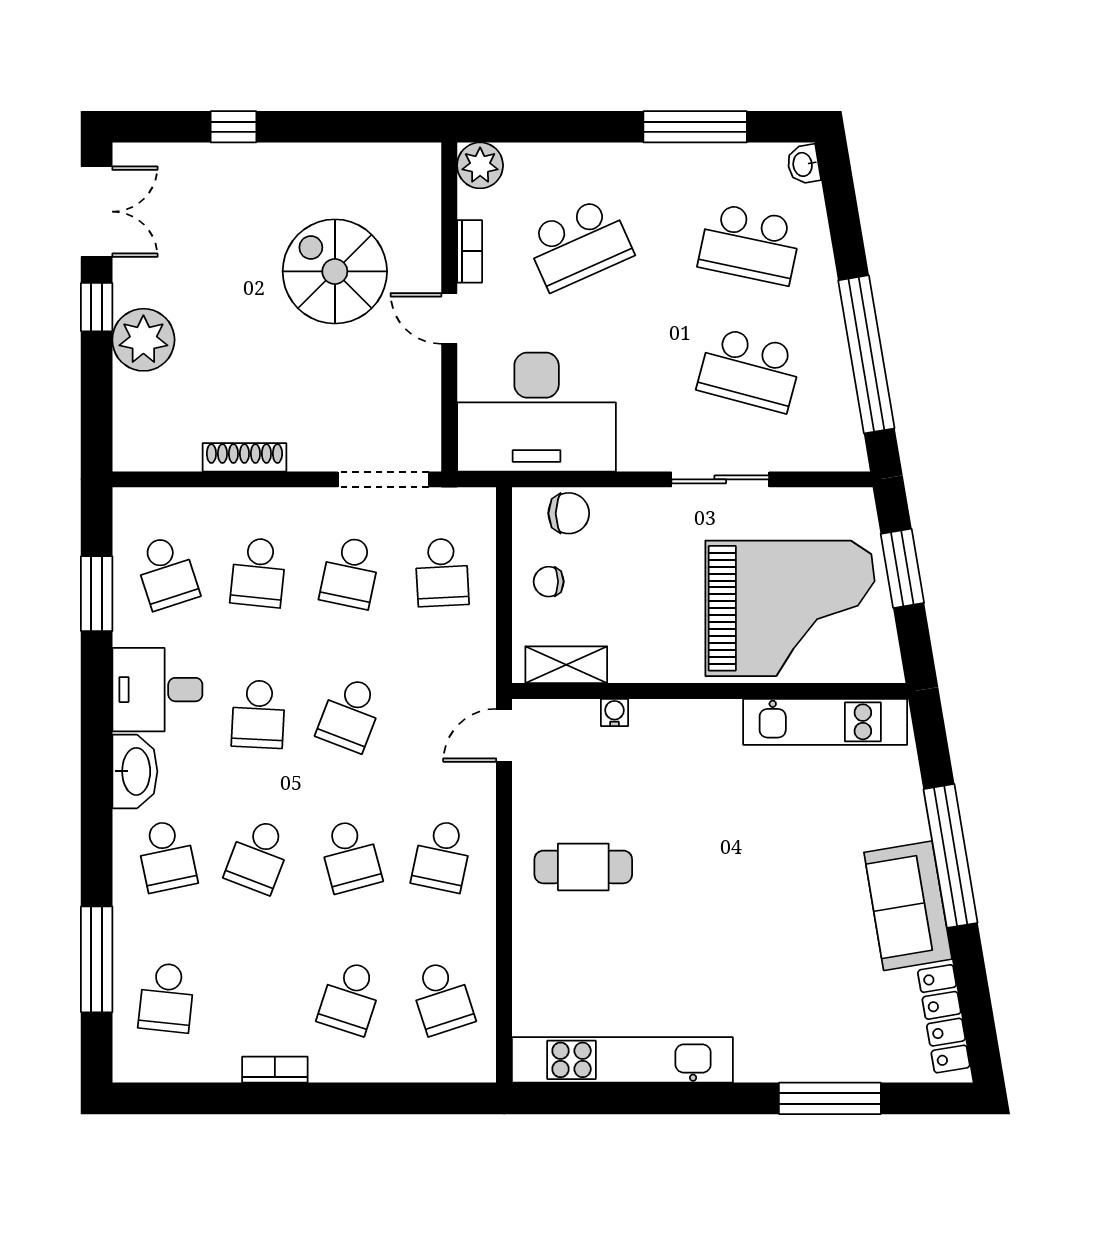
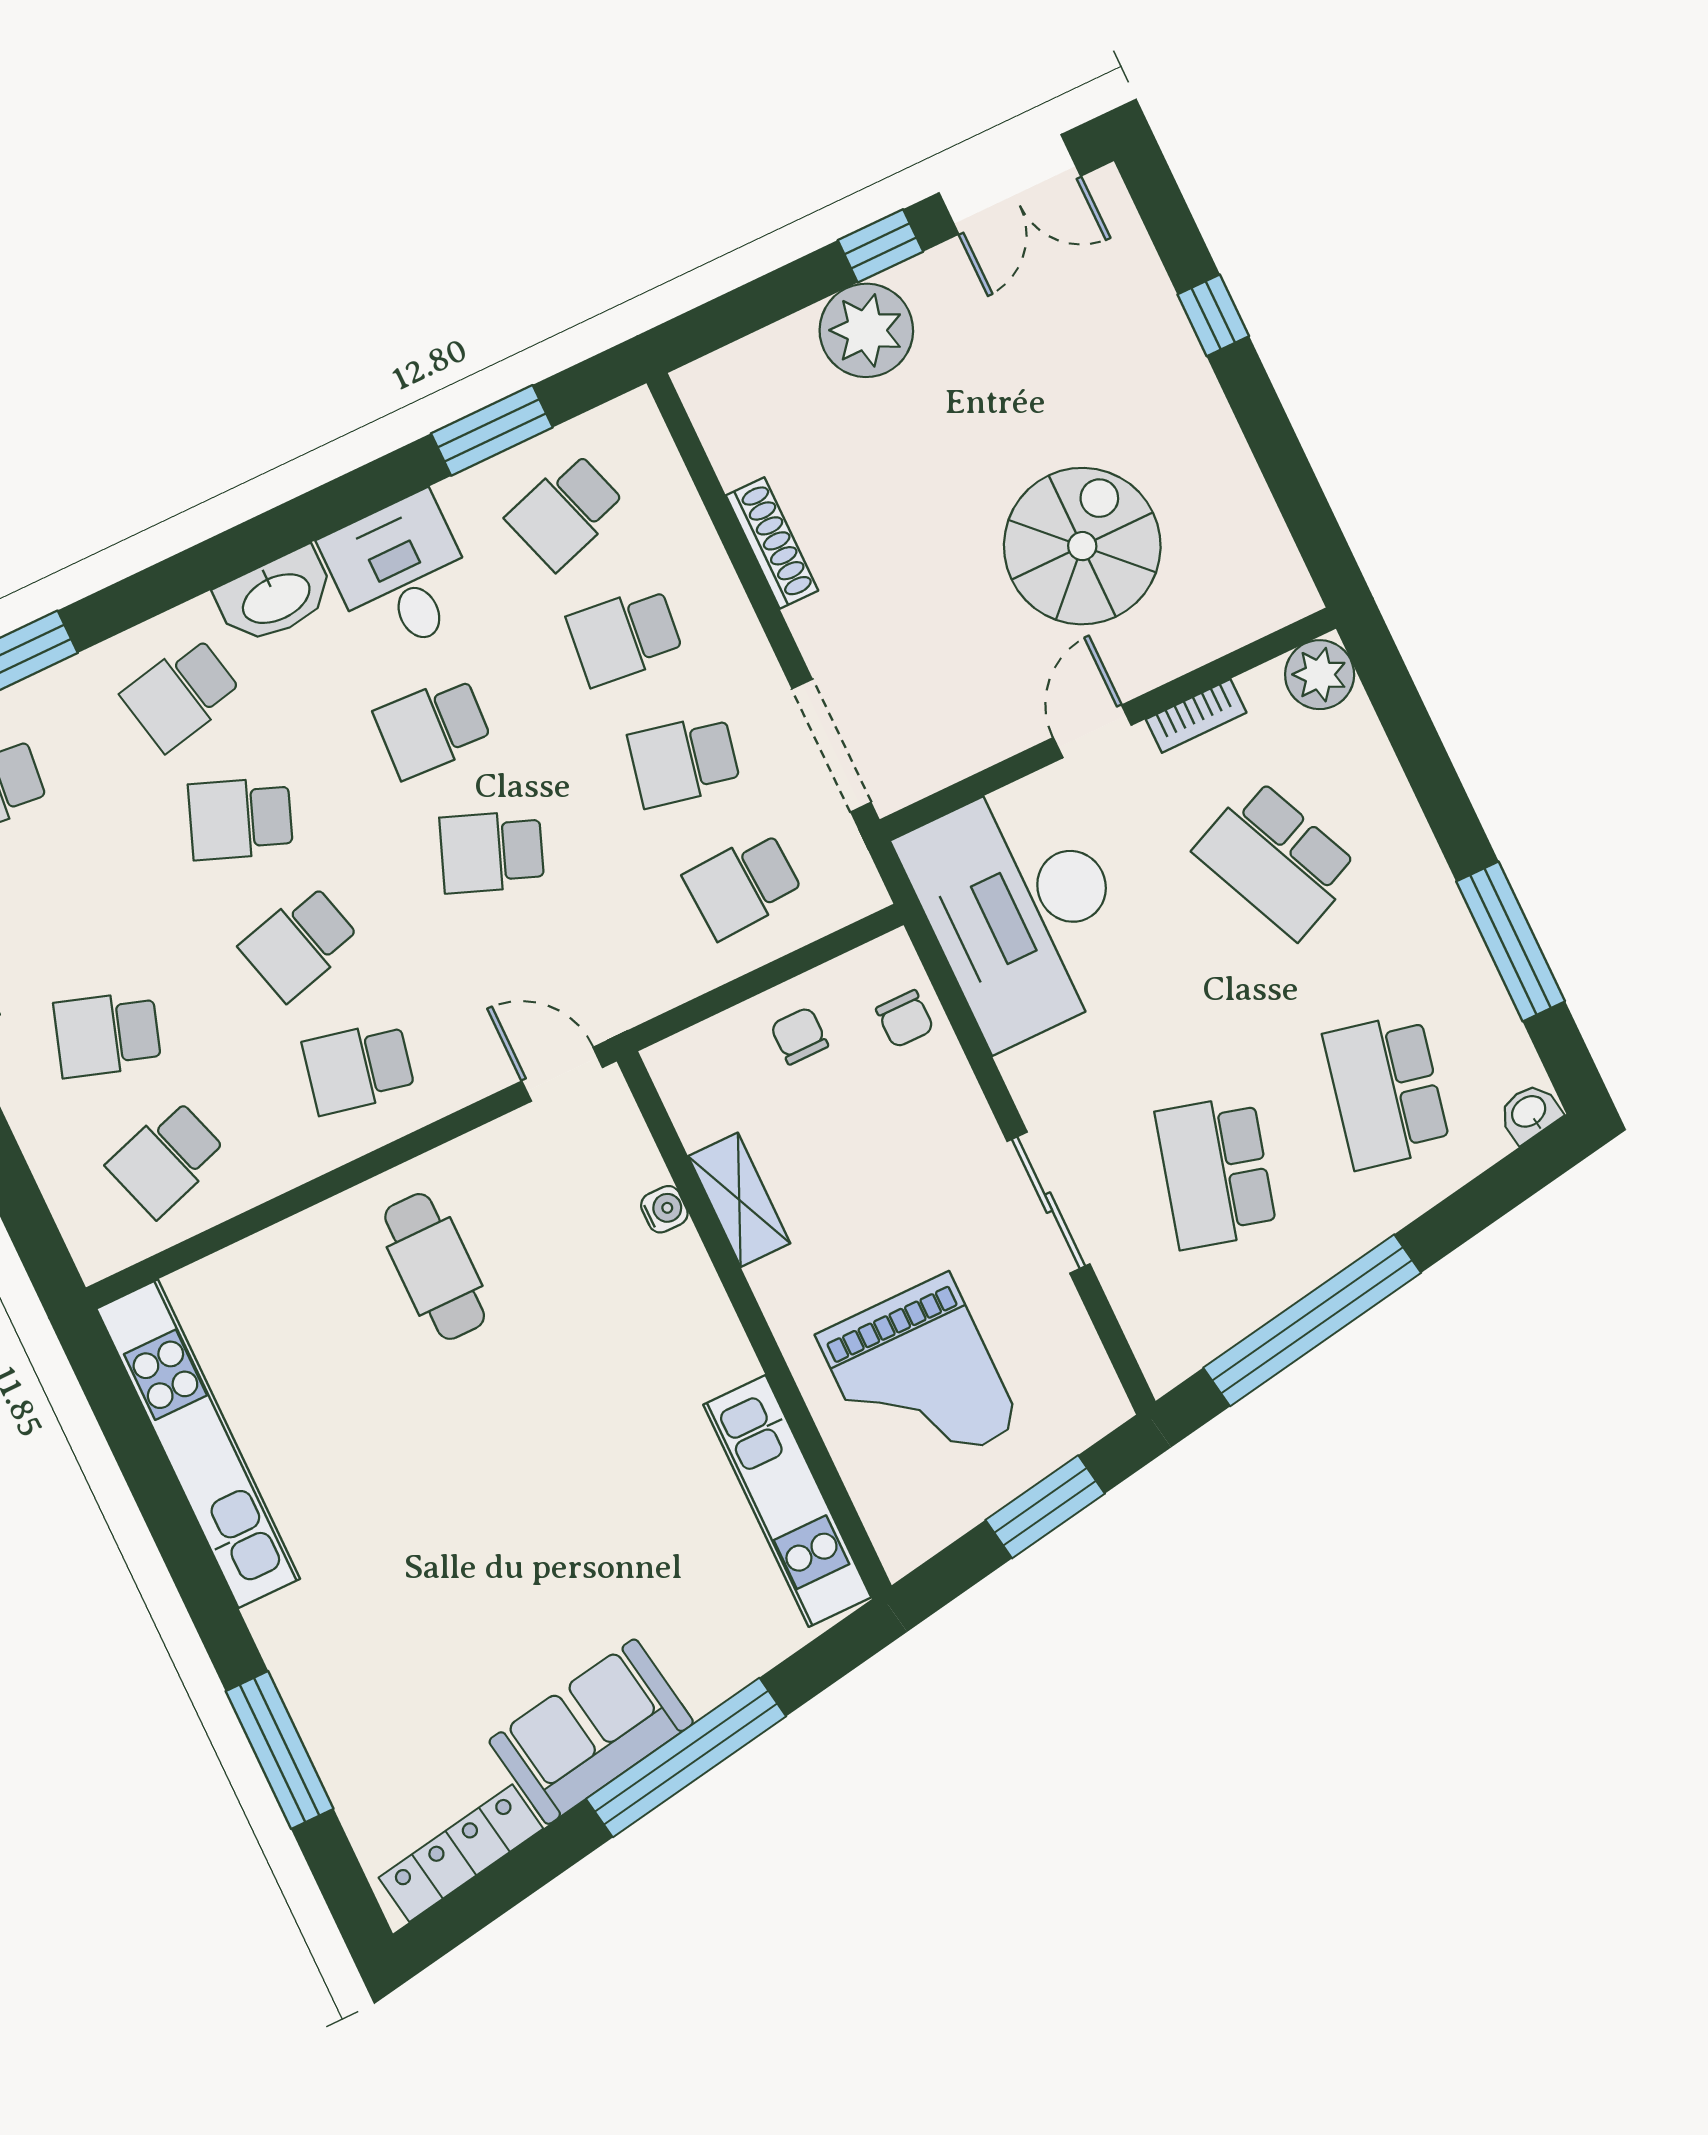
chair: (569, 513) -> (905, 1019), width x0.73, depth x0.73
grand piano: (790, 608) -> (919, 1380), width x0.73, depth x0.68
shelving: (566, 665) -> (739, 1200), moved

